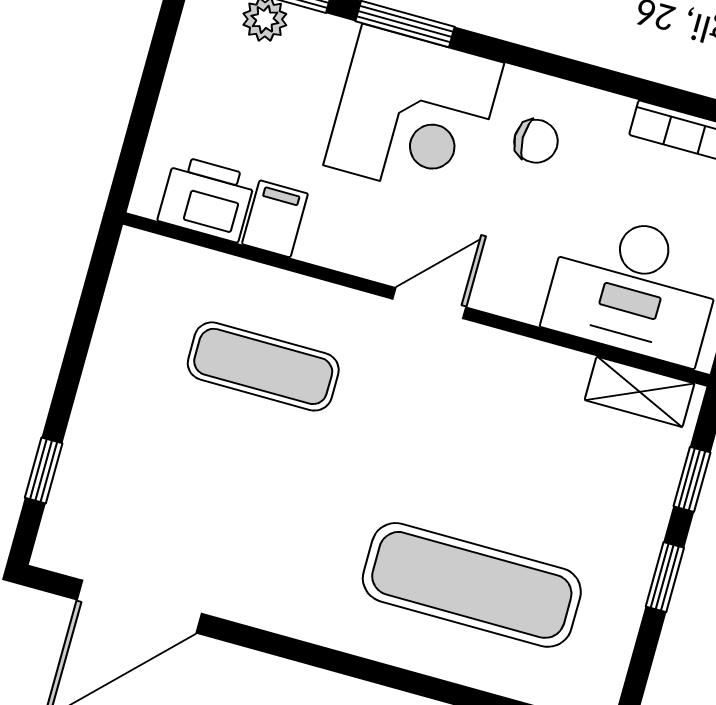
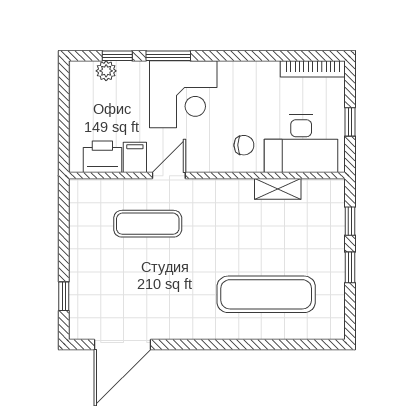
chair: (536, 141) -> (244, 145), moved
door: (429, 303) -> (169, 176), moved
shelving: (640, 392) -> (278, 189), moved

